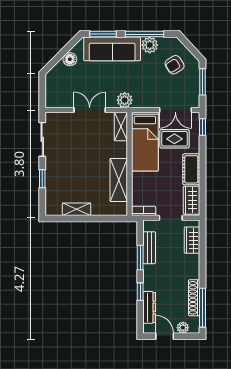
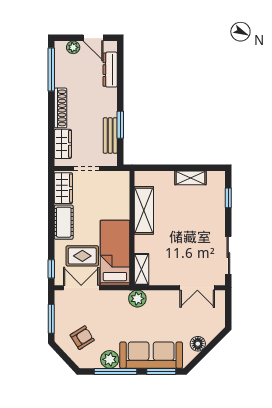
double door: (90, 110) -> (197, 288), moved
window: (42, 179) -> (228, 198), moved
bookcase: (144, 211) -> (116, 176), removed
window: (140, 292) -> (120, 87), removed
shoe rack: (194, 298) -> (61, 108), moved

